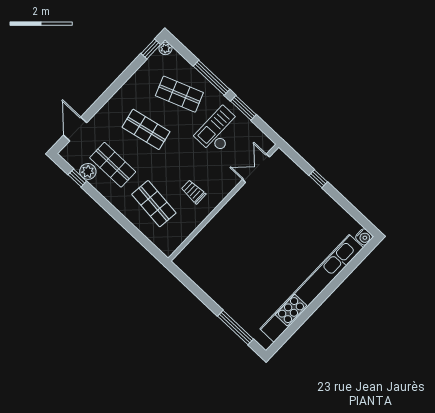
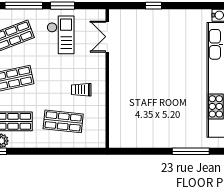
checkout: (219, 131) -> (61, 35), turned 180

